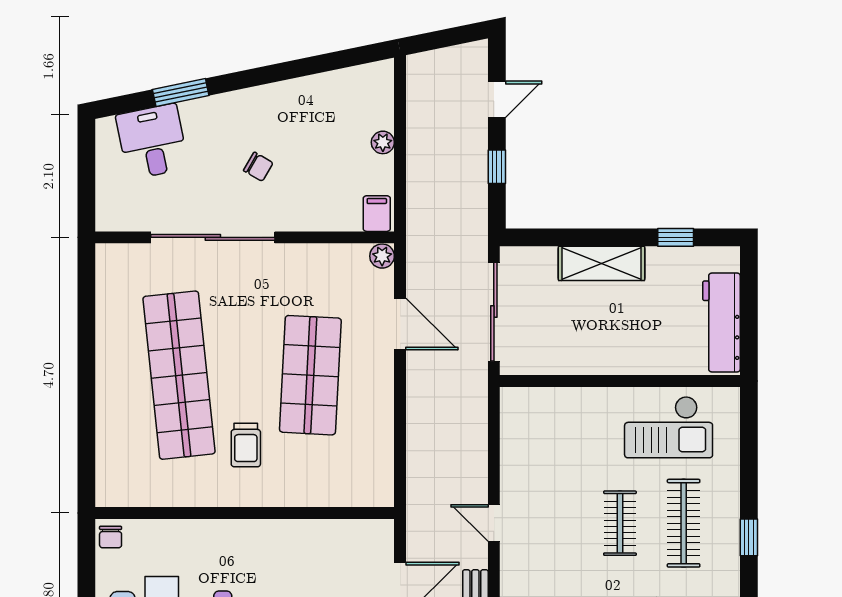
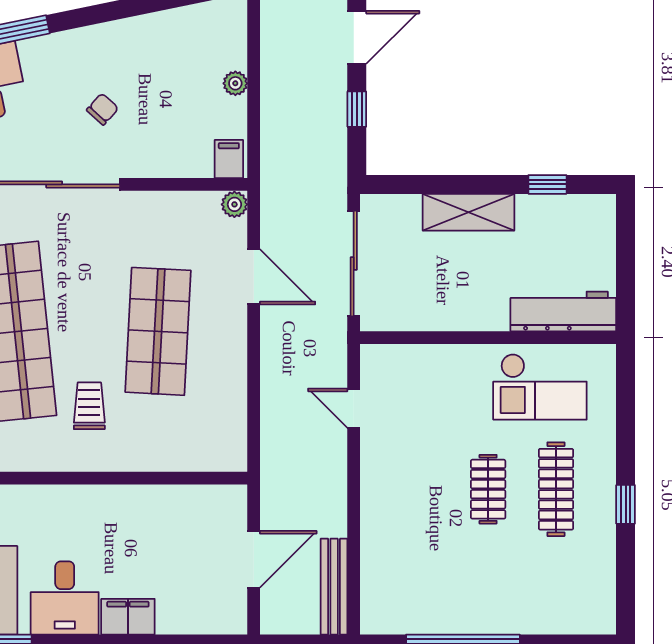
door: (497, 99) -> (357, 37), width x1.38
chair: (258, 167) -> (103, 109), turned -78
workbench: (721, 323) -> (563, 311), moved, turned 90
trolley: (246, 445) -> (89, 406), turned 180
door: (494, 523) -> (354, 408), moved

